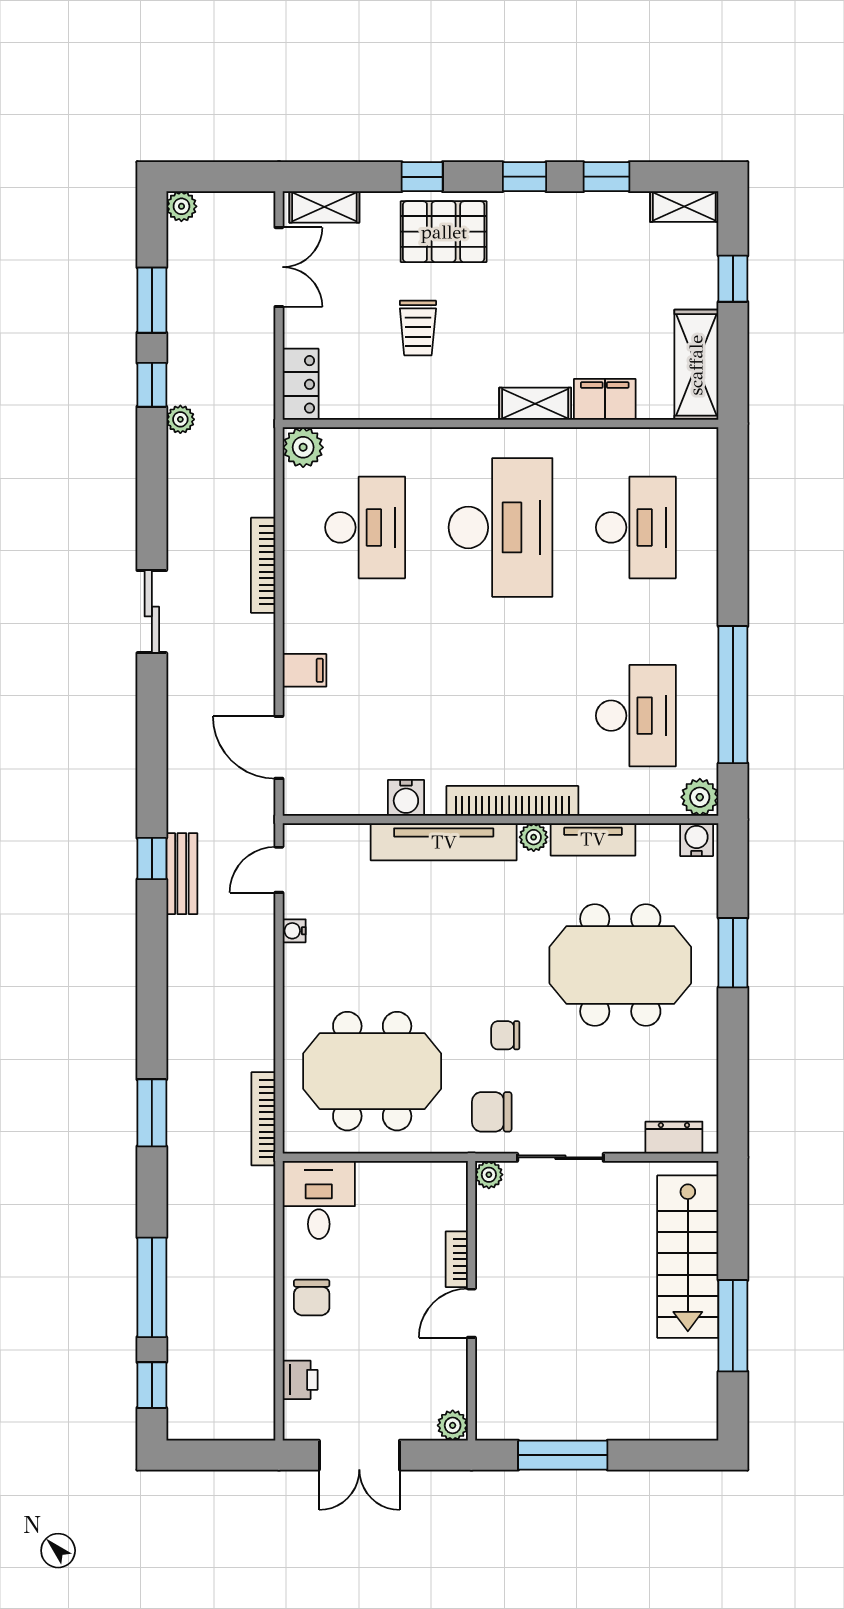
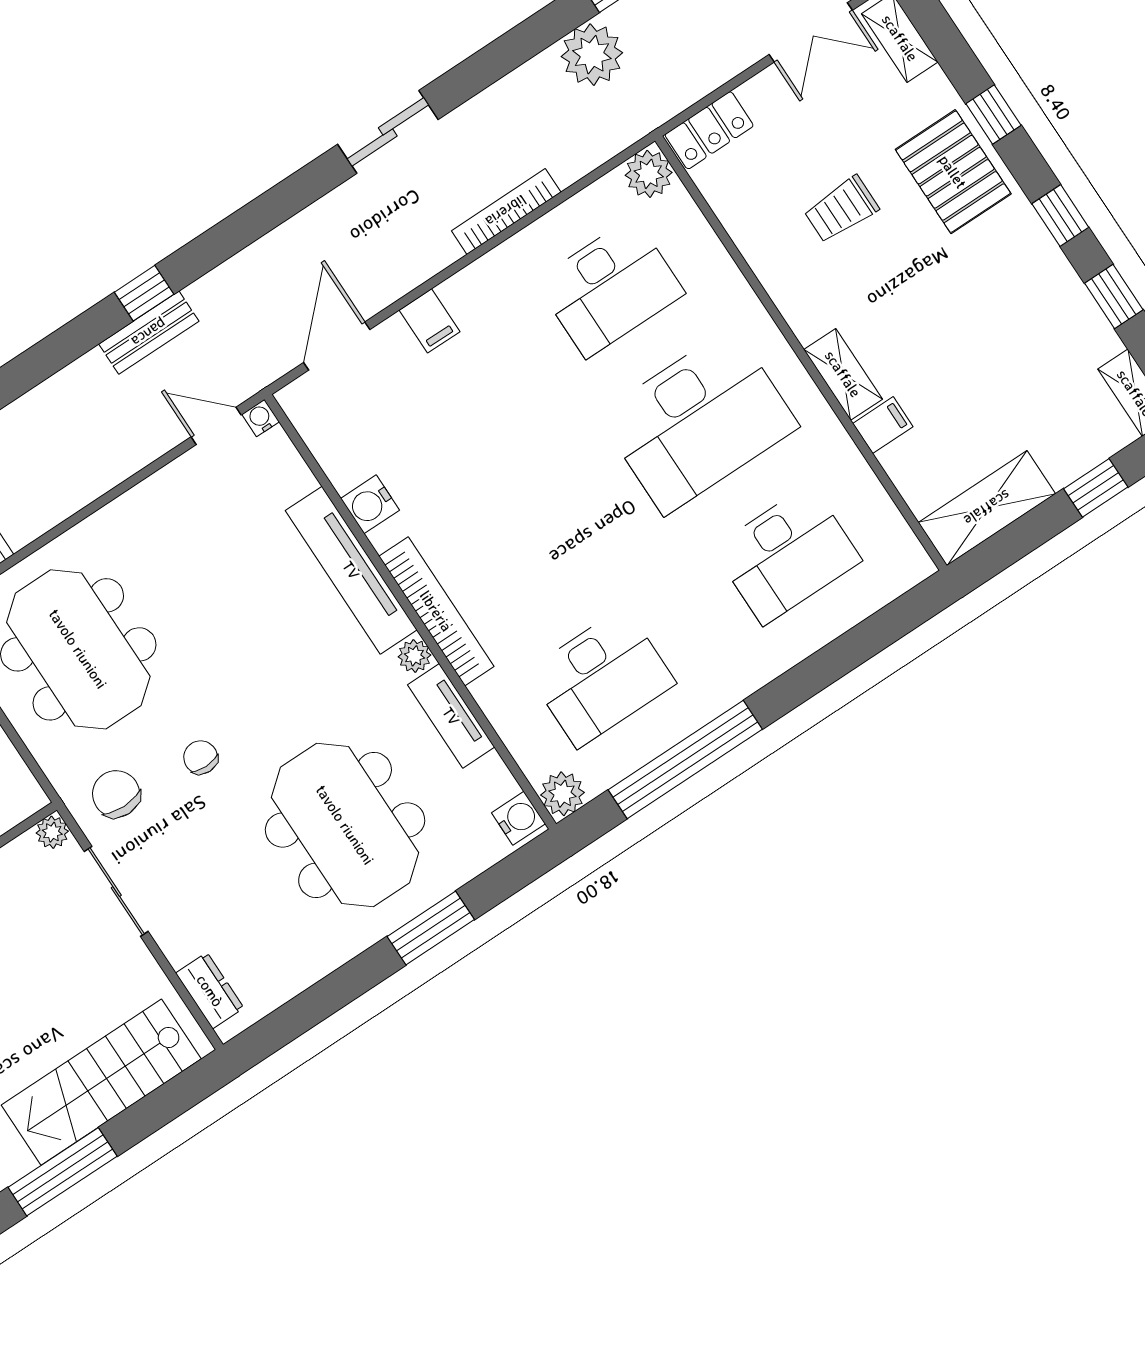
filing cabinet: (605, 399) -> (883, 425), width x0.50
plant: (180, 419) -> (592, 55), width x1.88, depth x1.88
water cooler: (294, 931) -> (261, 418), moved

